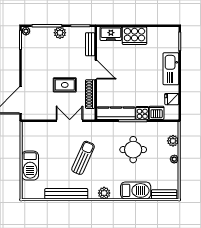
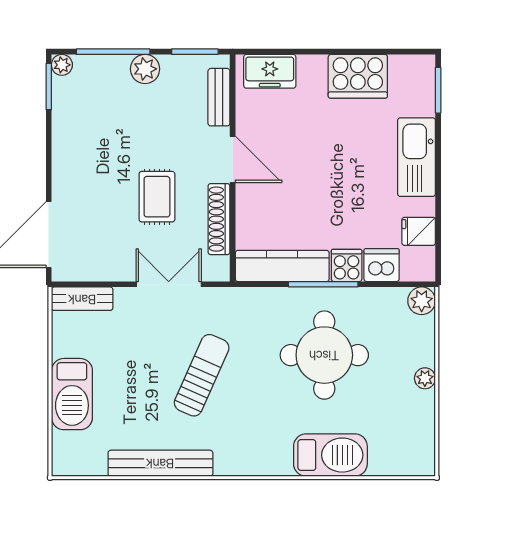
cooker: (134, 36) -> (358, 76), moved
rug: (65, 85) -> (157, 197), turned 90
plant: (173, 141) -> (422, 301), moved
round table: (133, 150) -> (324, 355), width x1.36, depth x1.36
plant: (104, 193) -> (253, 461), removed
bench: (164, 194) -> (82, 299), moved

